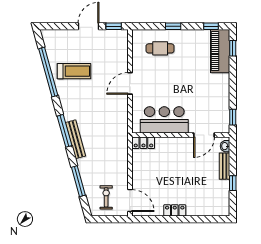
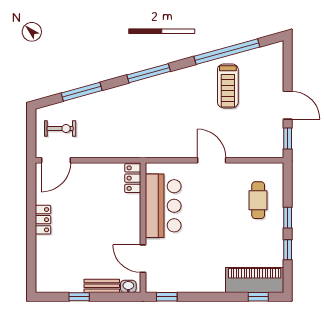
window: (211, 26) -> (288, 250), moved
bench: (76, 139) -> (137, 88), removed

